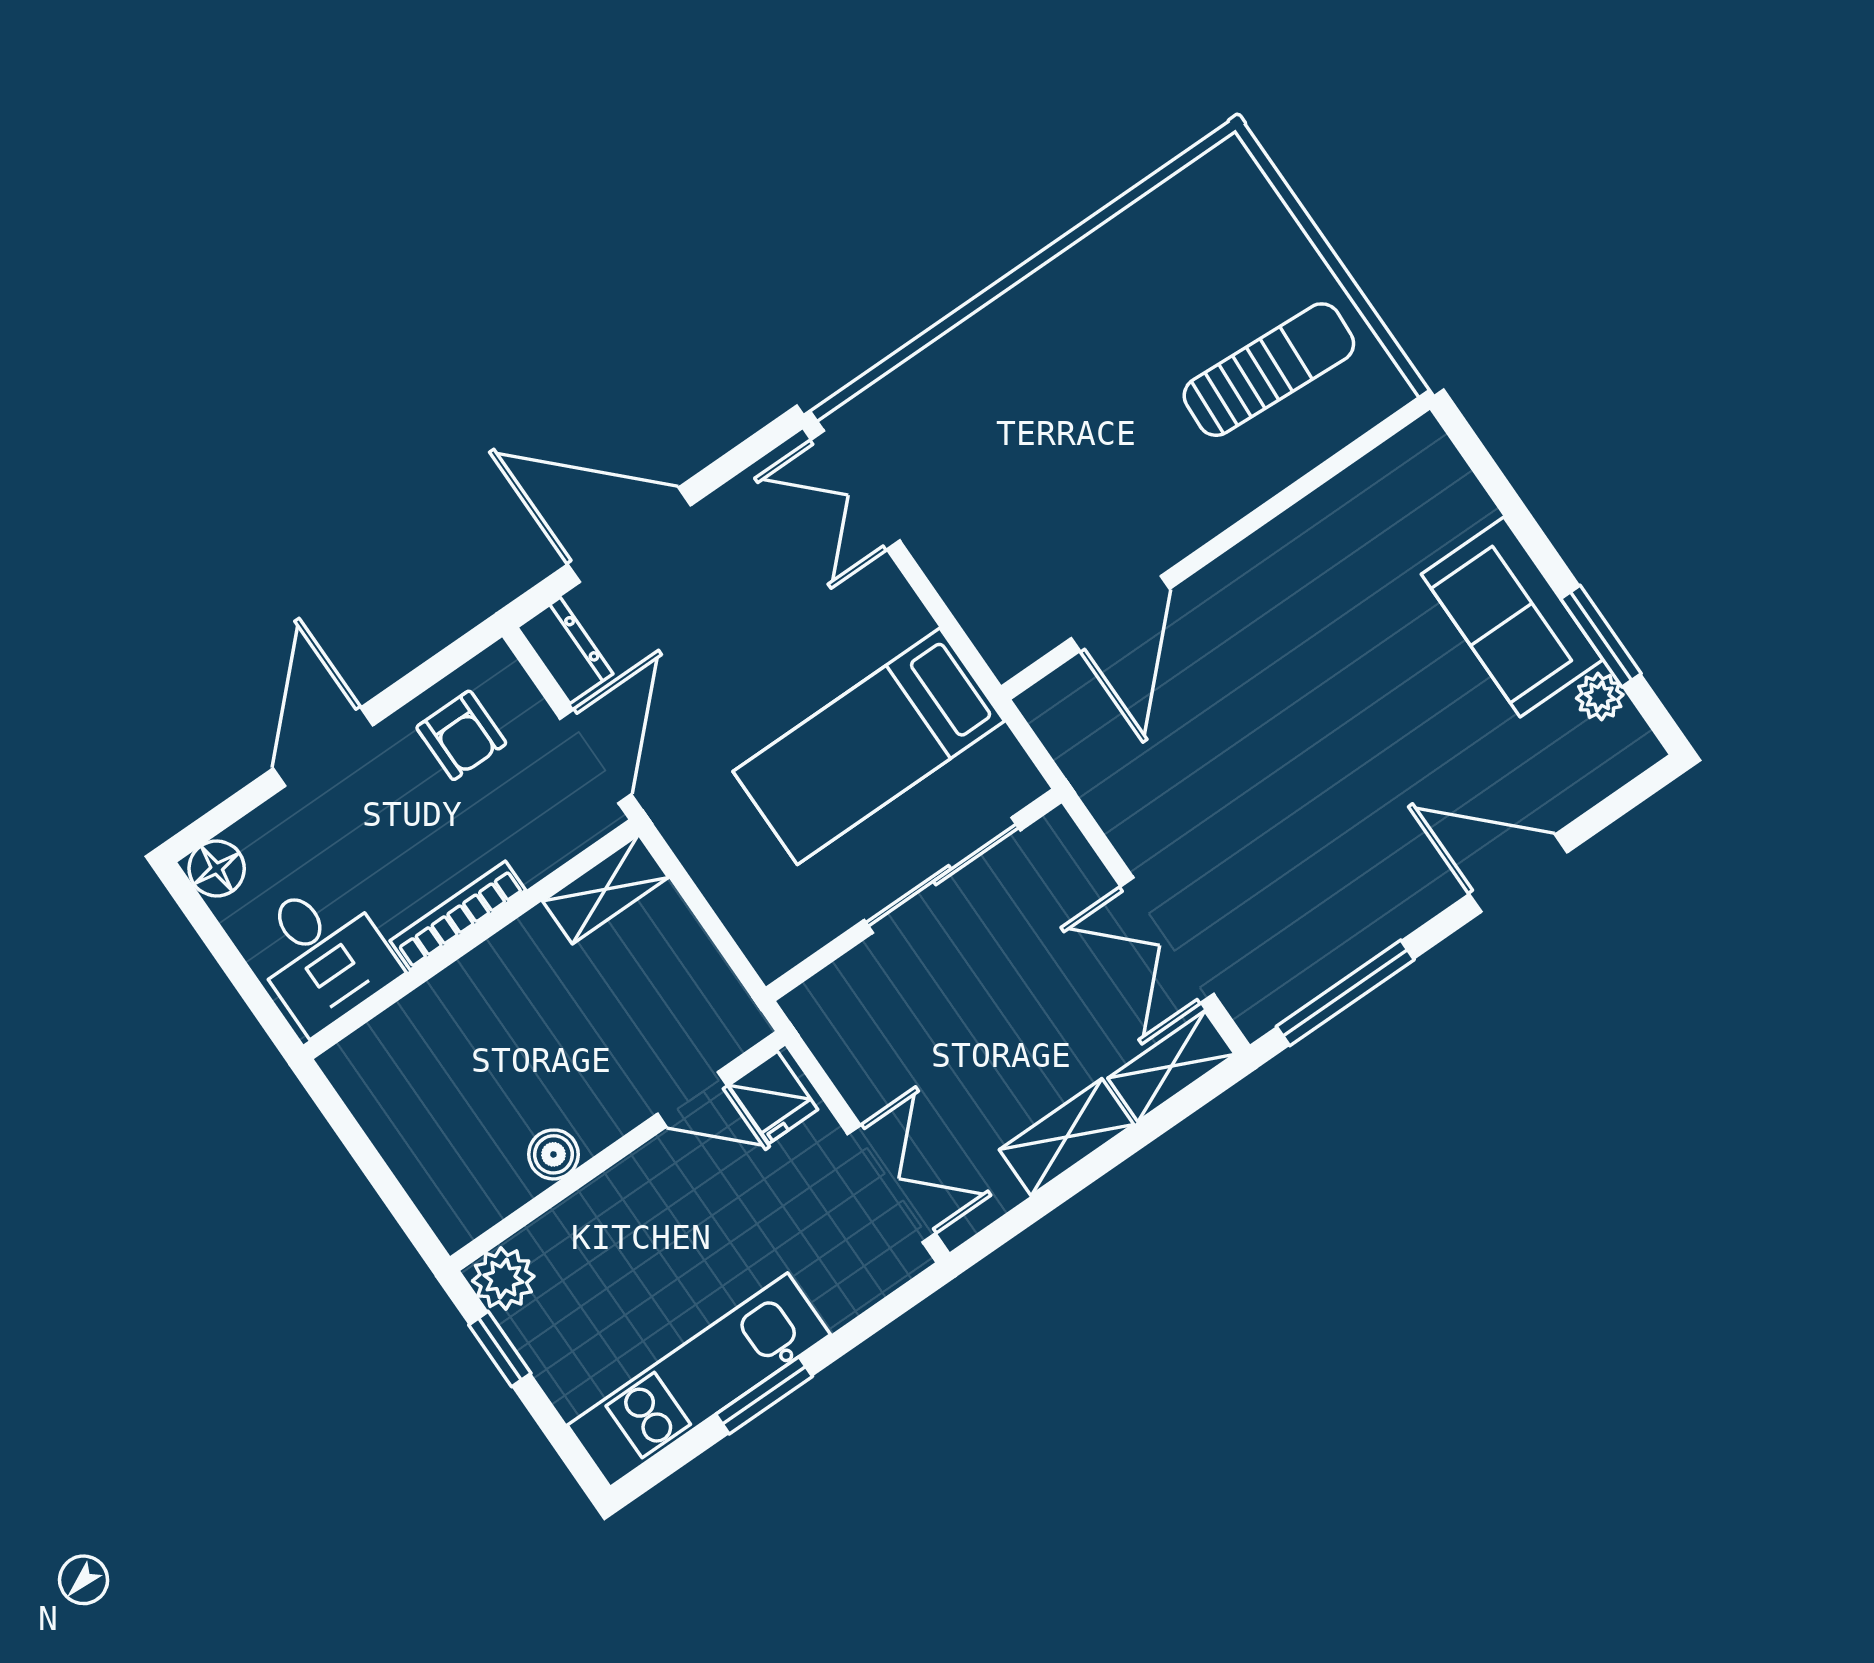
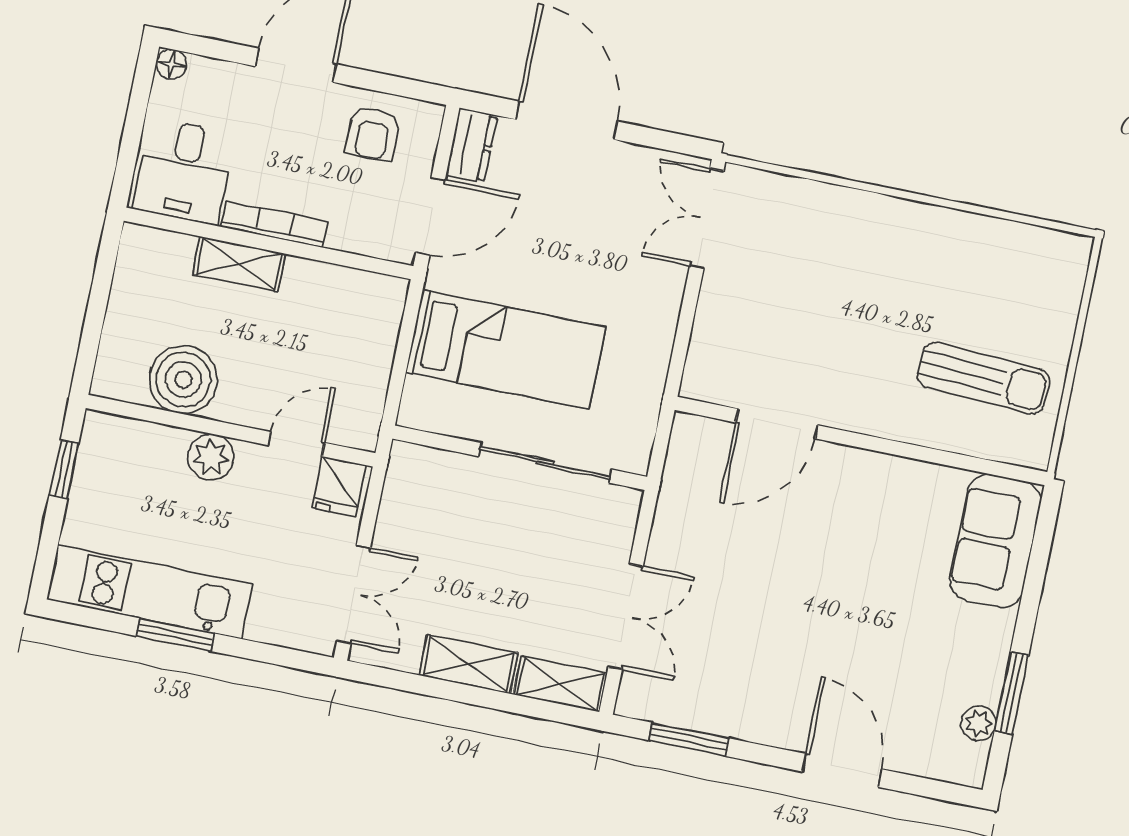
sofa: (1512, 617) -> (995, 541), moved
bed: (869, 746) -> (506, 350), moved, turned 180
floor lamp: (217, 868) -> (172, 64), width x0.73, depth x0.73
shelving: (605, 889) -> (239, 264), moved
double door: (1167, 940) -> (626, 617), swing flipped
window: (1345, 993) -> (689, 739), width x0.69
door: (692, 1099) -> (296, 444), swing flipped
boiler: (553, 1154) -> (183, 379), width x1.86, depth x1.86
plant: (503, 1279) -> (211, 457), moved

